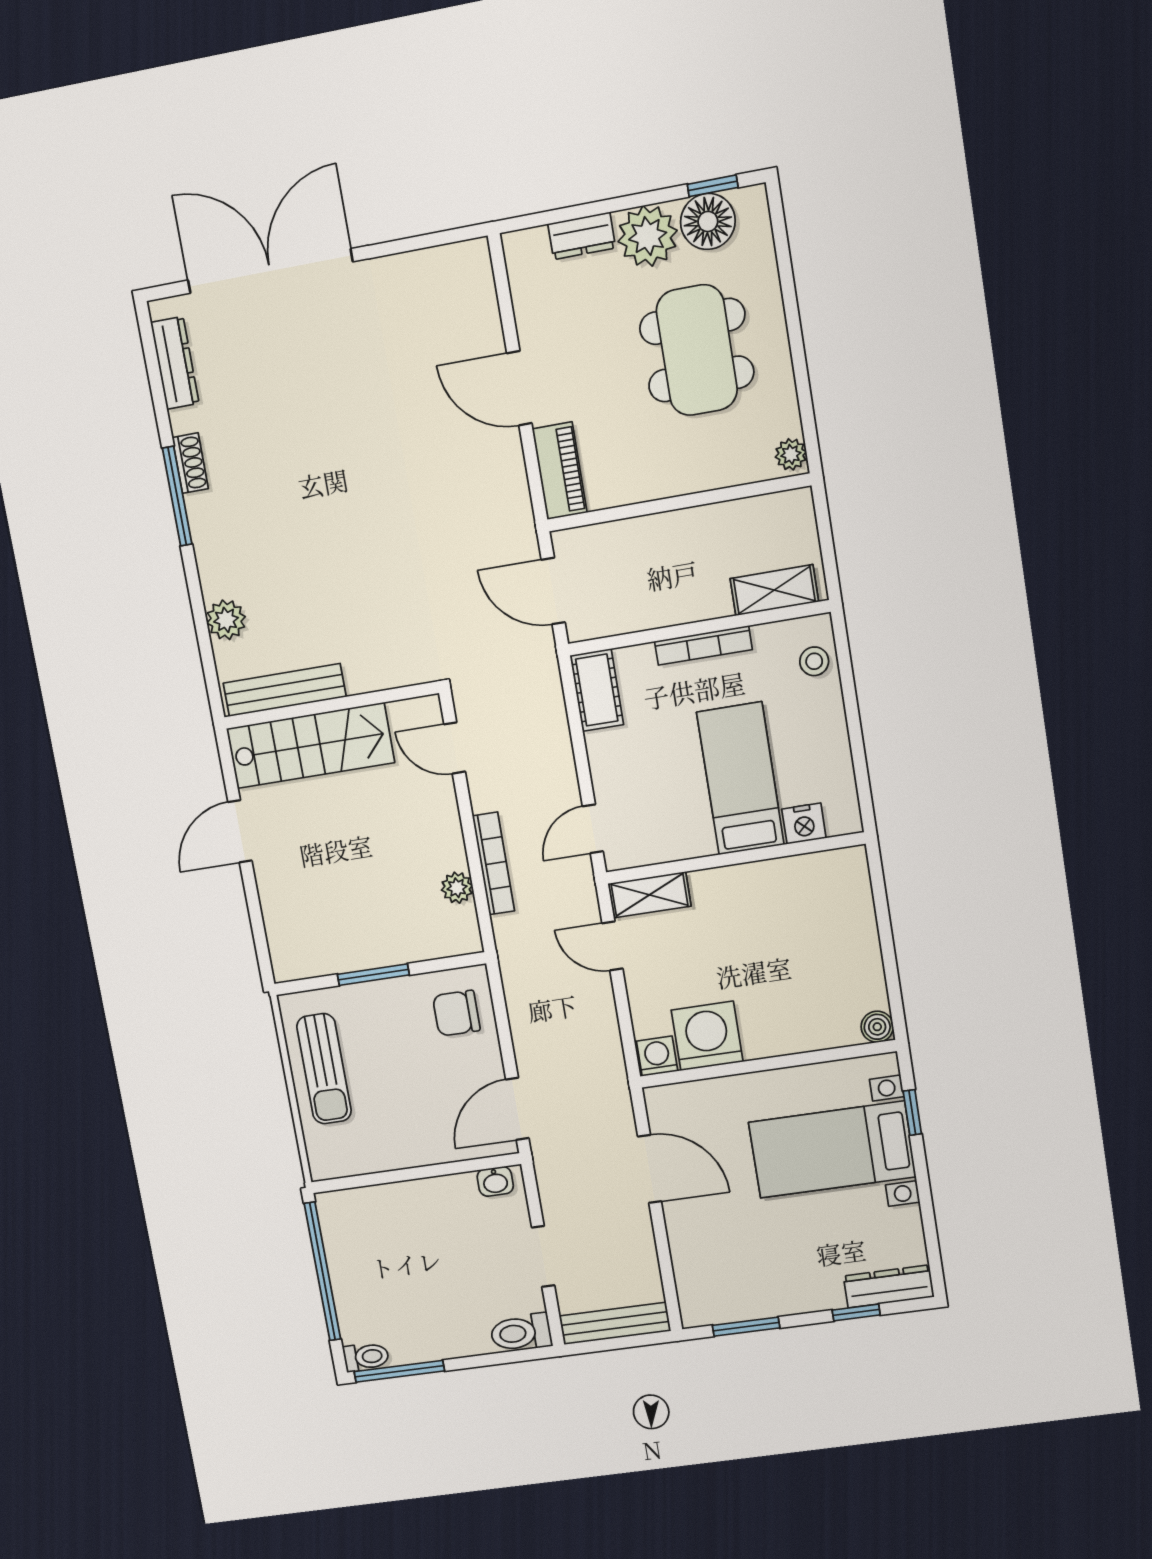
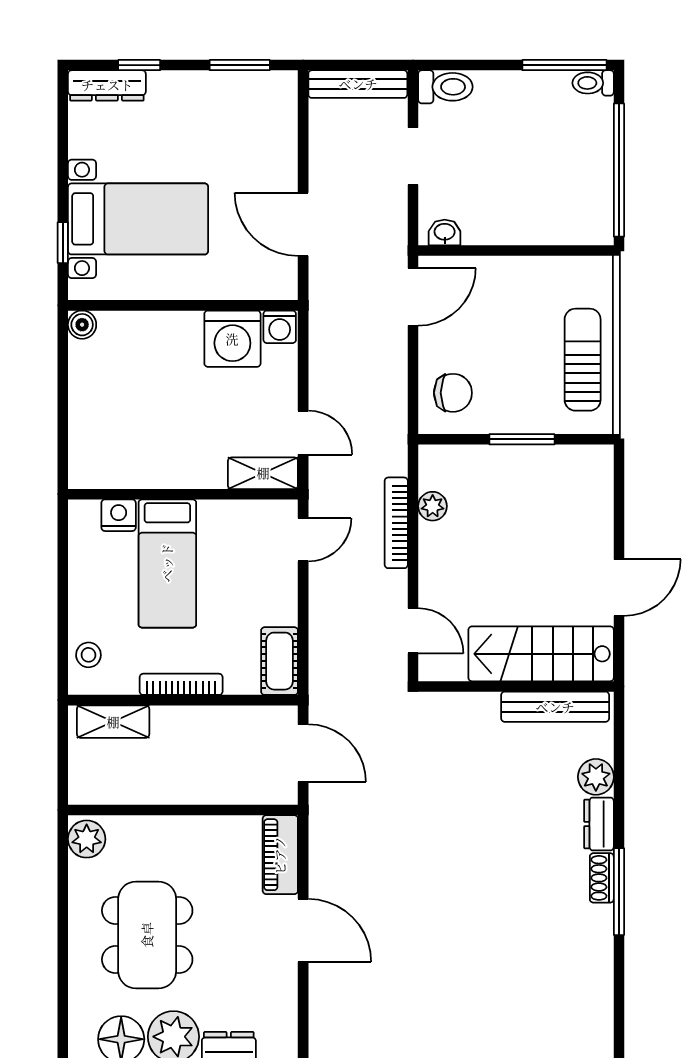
dresser: (175, 363) -> (599, 824), moved, width x0.70
plant: (791, 454) -> (87, 839), width x1.38, depth x1.38
shoe rack: (190, 463) -> (602, 878), moved

